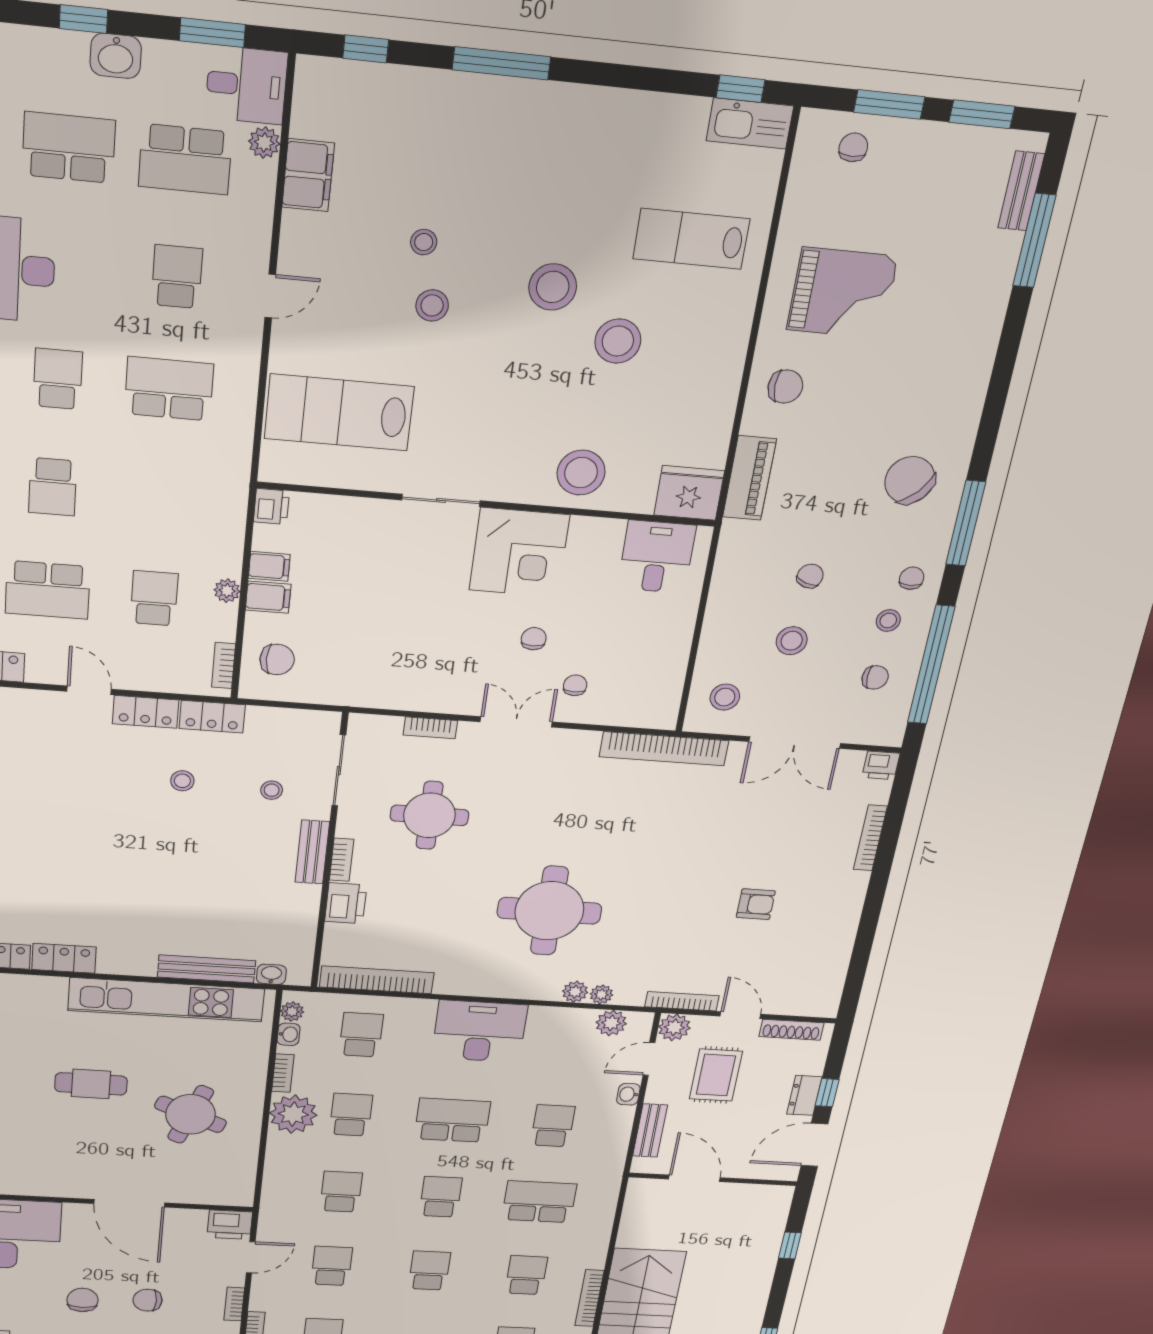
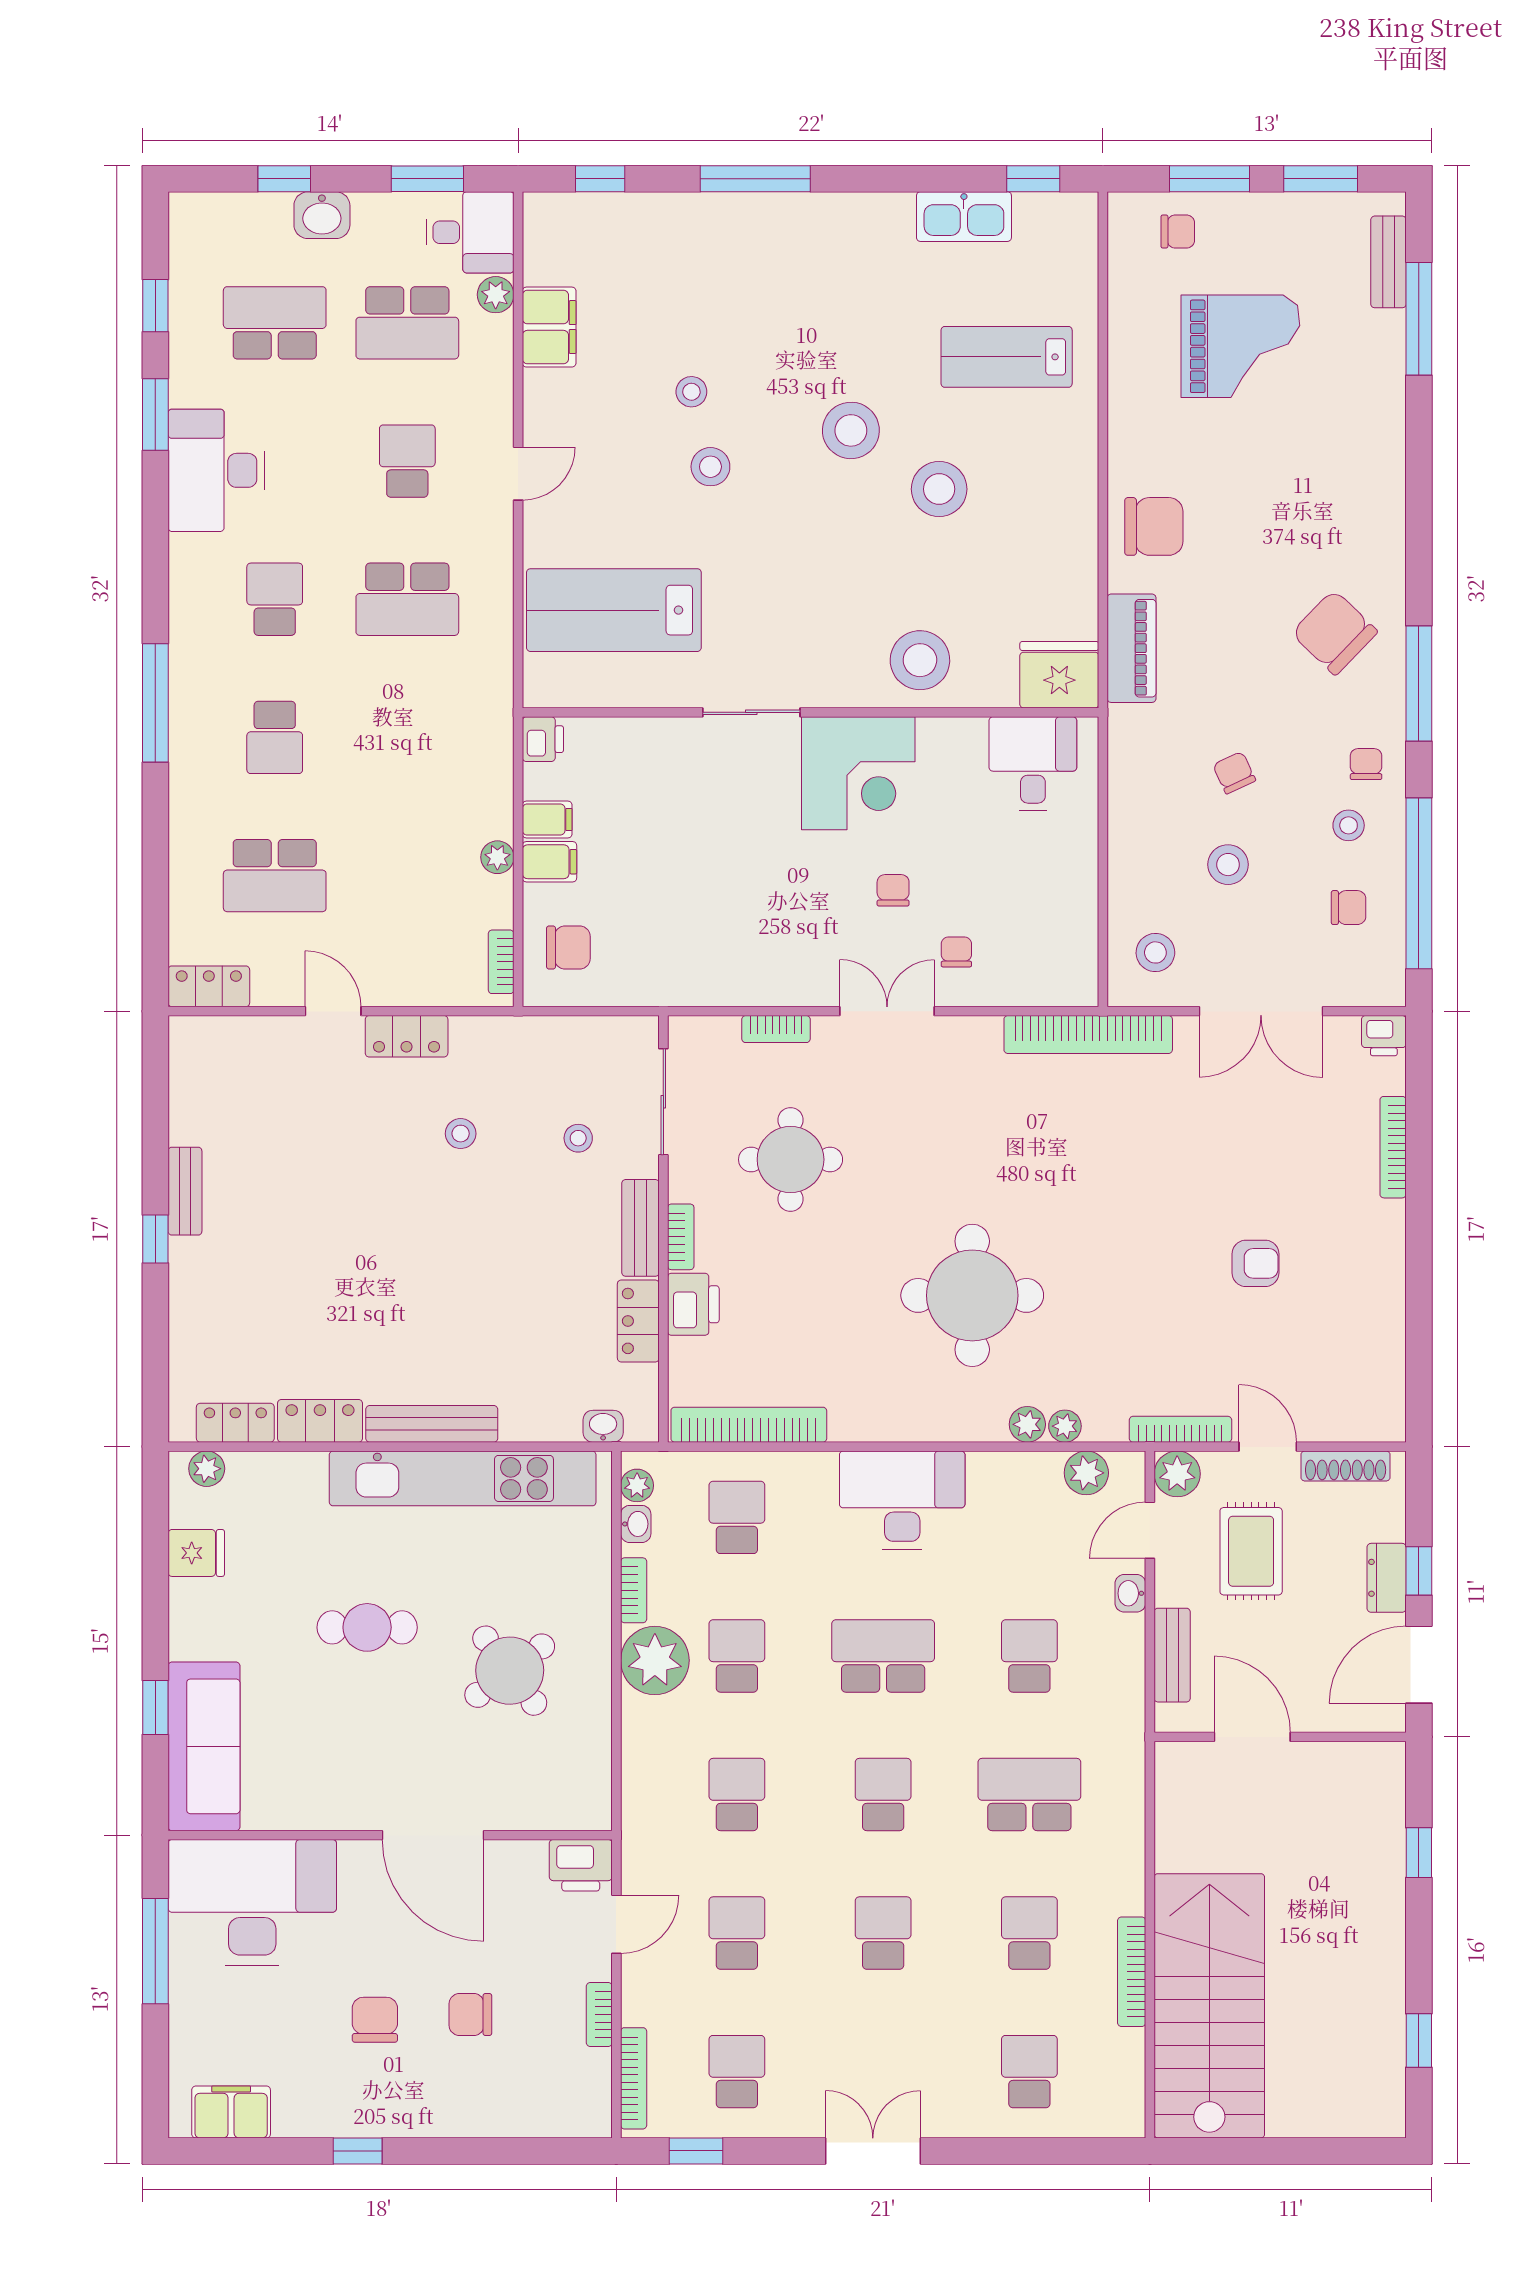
kitchen sink: (750, 123) -> (964, 217), moved
chair: (853, 147) -> (1178, 232), turned 90
grand piano: (842, 293) -> (1240, 346), moved
chair: (785, 387) -> (1154, 526), width x1.37, depth x1.37
school desk: (169, 389) -> (407, 599), turned 180
chair: (810, 576) -> (1234, 773), turned -44
school desk: (154, 598) -> (407, 876), removed
locker: (212, 717) -> (638, 1321), moved, turned 90
bench: (207, 969) -> (432, 1424), moved
round table: (191, 1114) -> (510, 1671), turned 31

